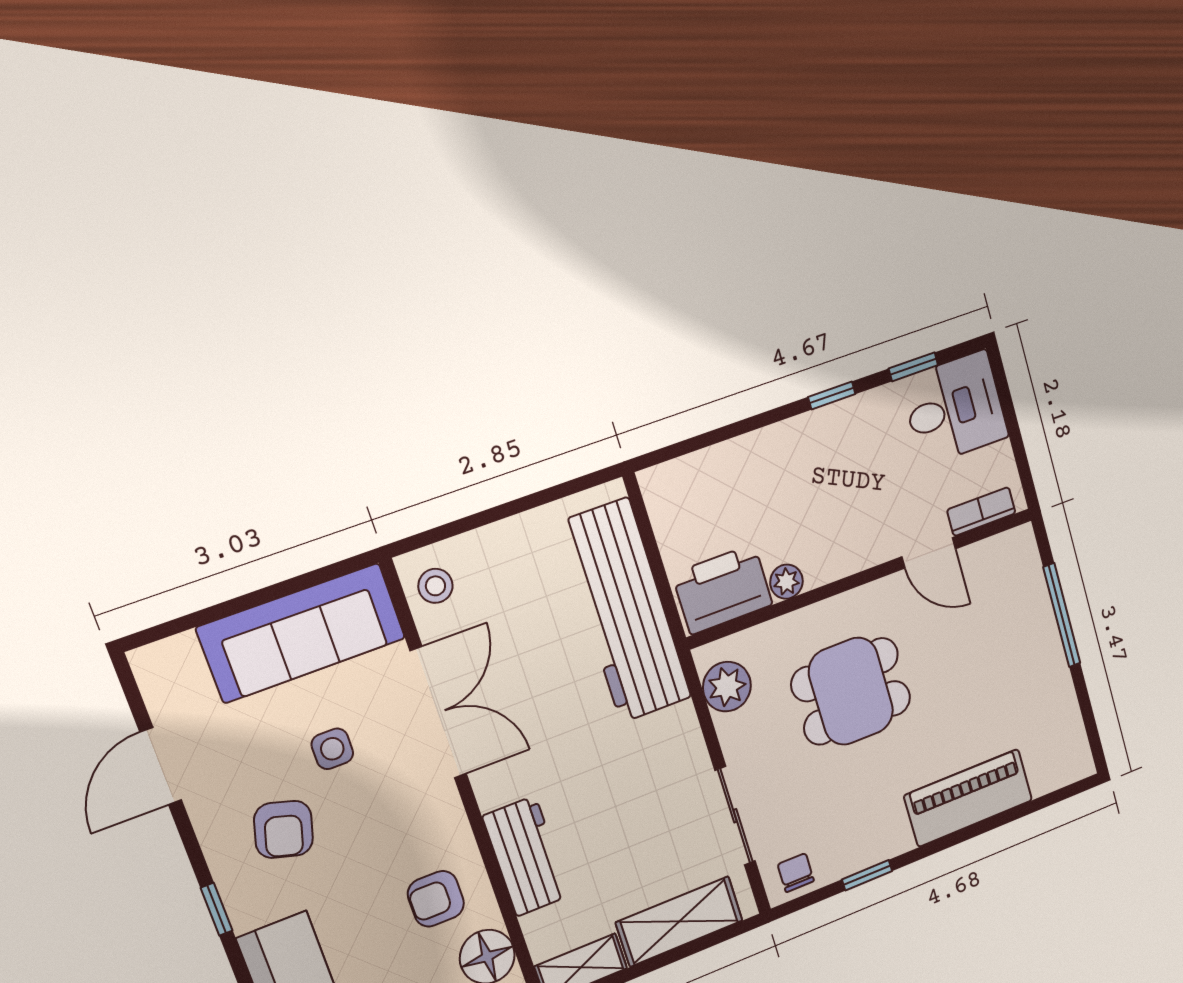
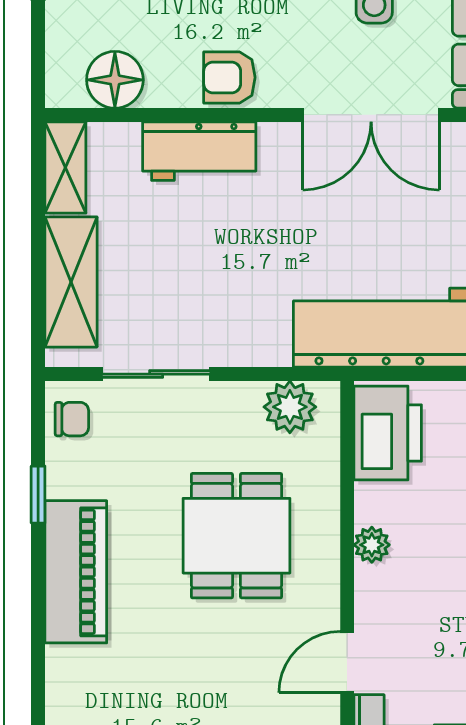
plant: (786, 582) -> (372, 545), moved
piano: (968, 798) -> (76, 572), moved
armchair: (436, 899) -> (229, 77), moved, turned -90

